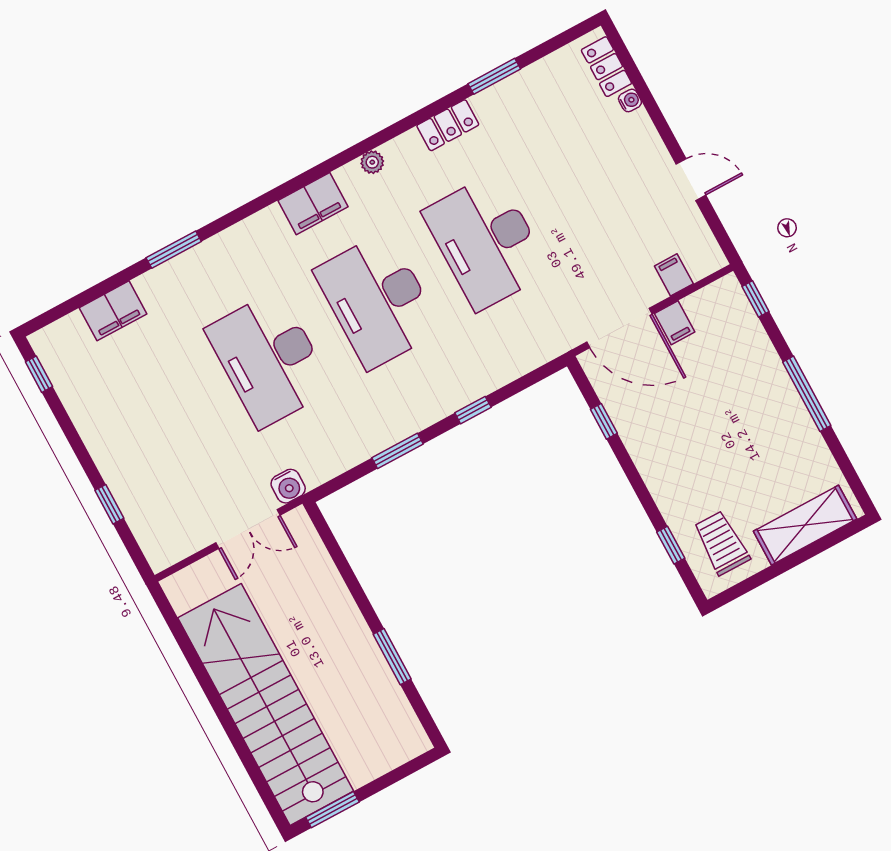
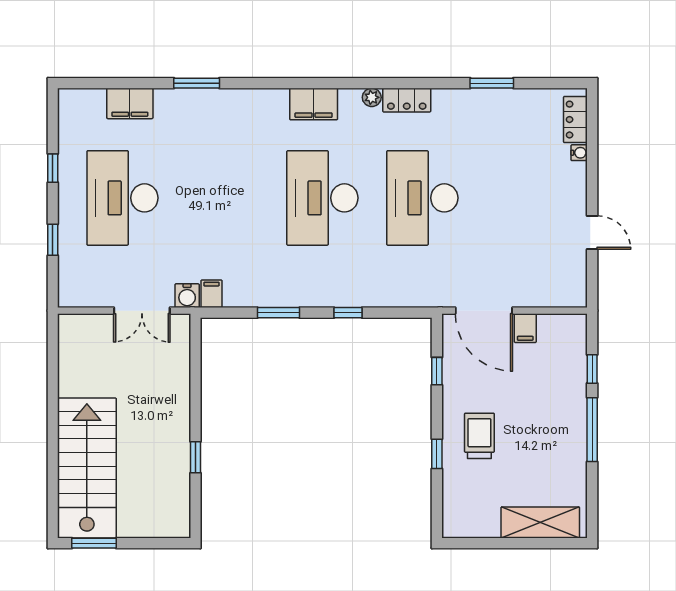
locker: (448, 125) -> (407, 100), moved
filing cabinet: (674, 275) -> (212, 294), moved
window: (755, 299) -> (592, 369), moved
desk: (269, 359) -> (122, 198), moved
window: (39, 374) -> (53, 168), moved
trolley: (722, 543) -> (479, 436), moved
window: (671, 545) -> (437, 454), moved
window: (392, 657) -> (195, 457), width x0.67
stairs: (266, 704) -> (87, 468), width x0.73

